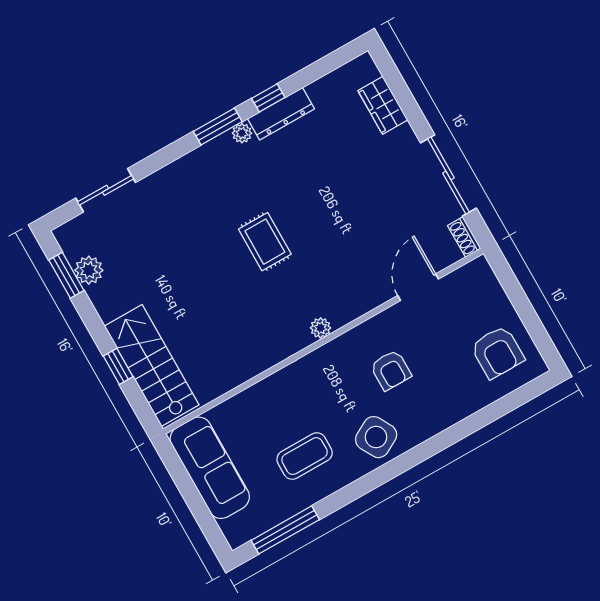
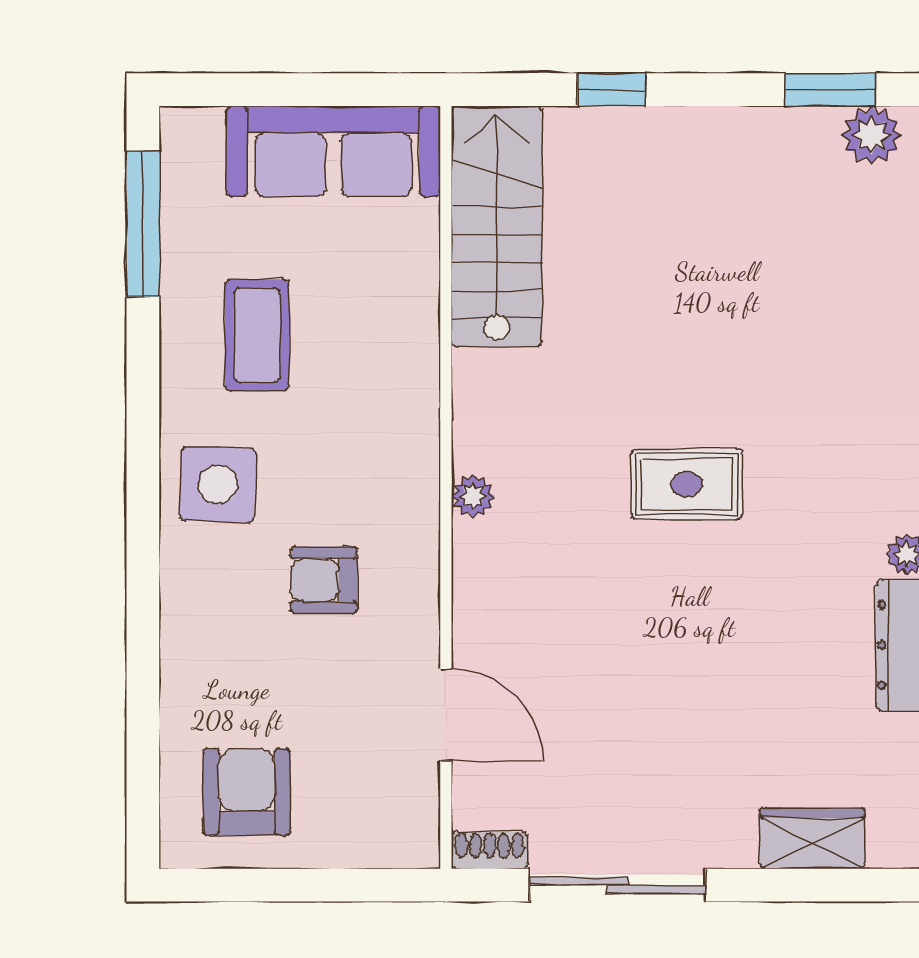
plant: (89, 270) -> (871, 135), moved
armchair: (497, 352) -> (247, 792), turned 90
stairs: (152, 365) -> (497, 226), moved, turned -90
side table: (376, 437) -> (218, 484), turned 31

